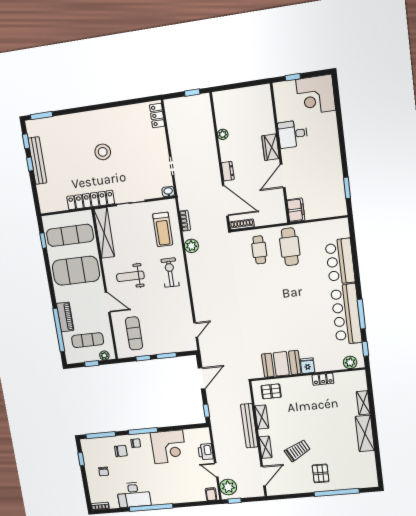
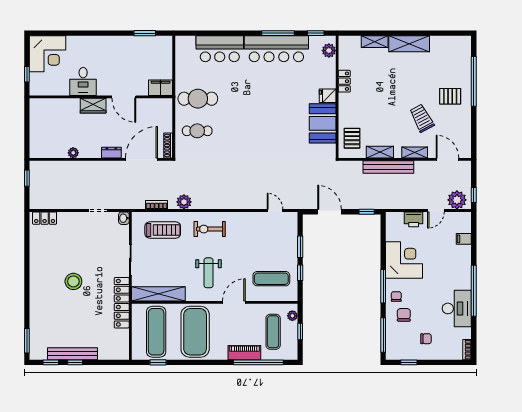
filing cabinet: (211, 494) -> (464, 239), moved

